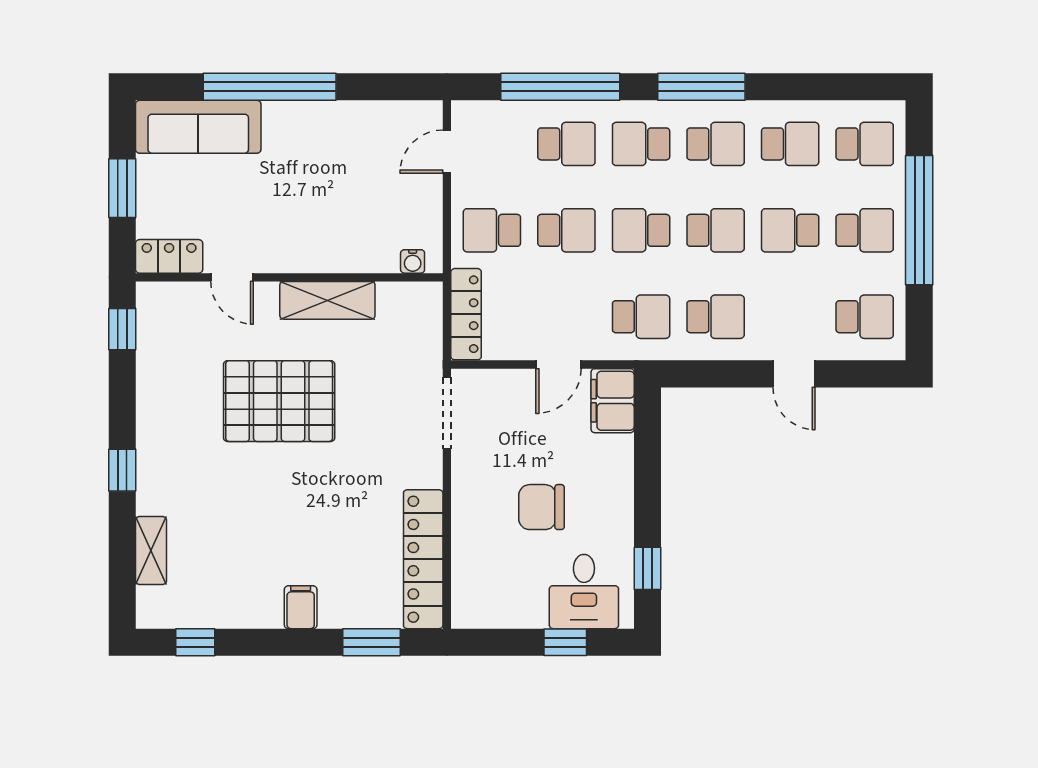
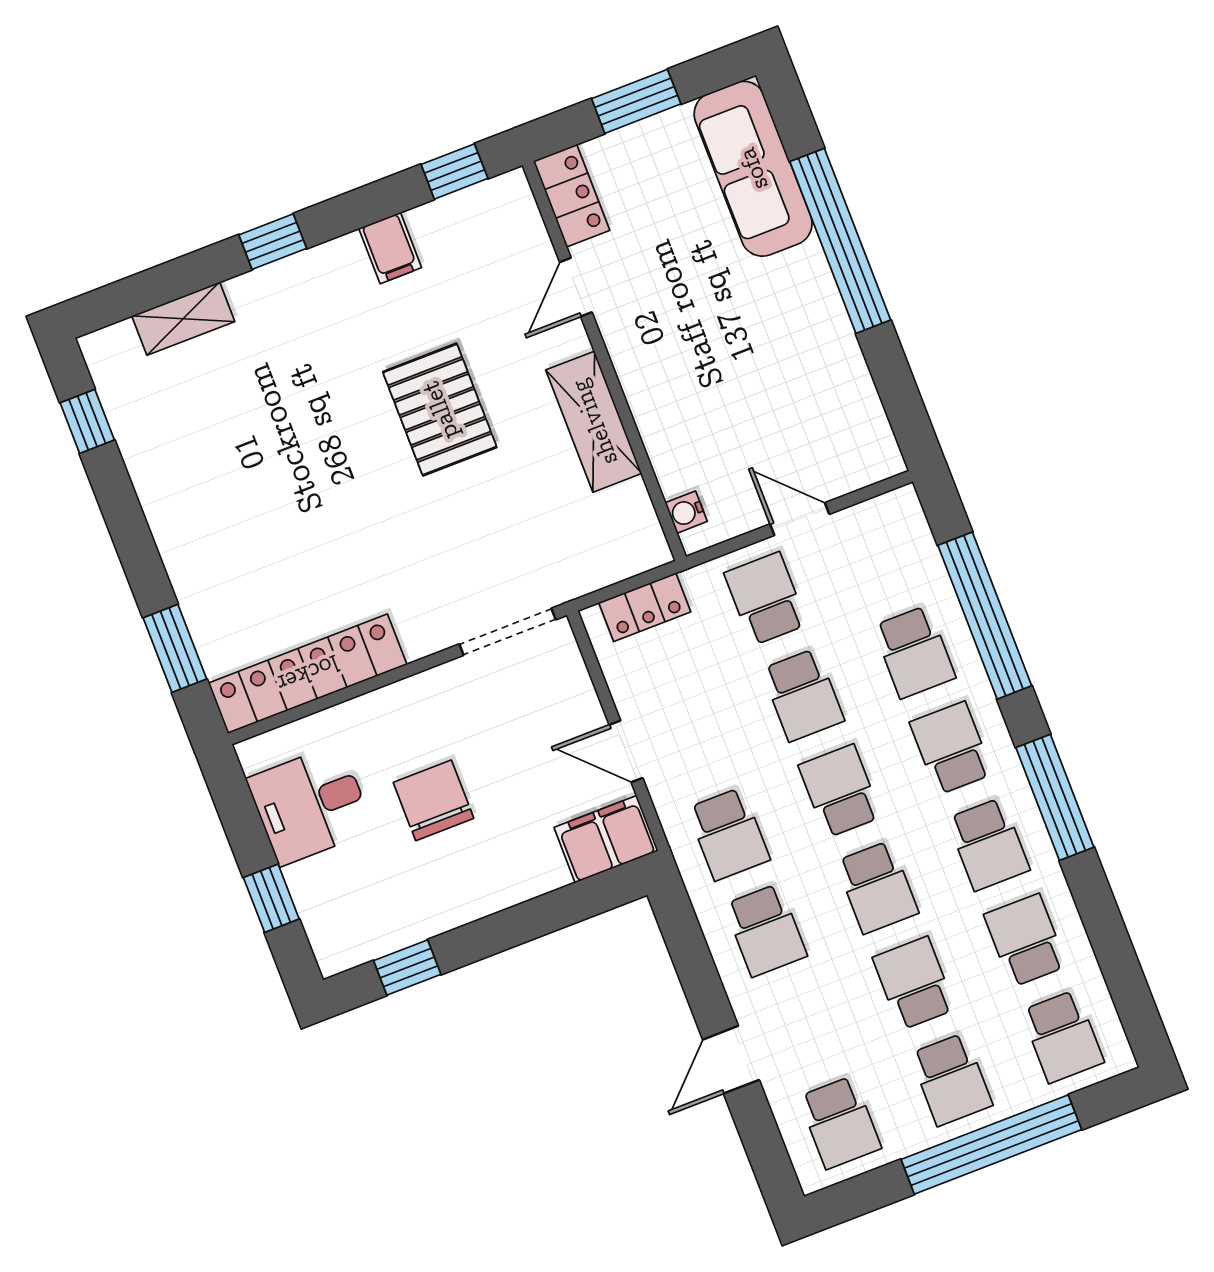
school desk: (790, 144) -> (1025, 940), turned 180
door: (447, 152) -> (800, 519), moved
locker: (466, 314) -> (645, 607), width x0.66
pallet: (279, 401) -> (440, 410), width x0.73, depth x0.71
desk: (584, 592) -> (310, 805), moved
filing cabinet: (301, 607) -> (390, 248), moved, turned 90

